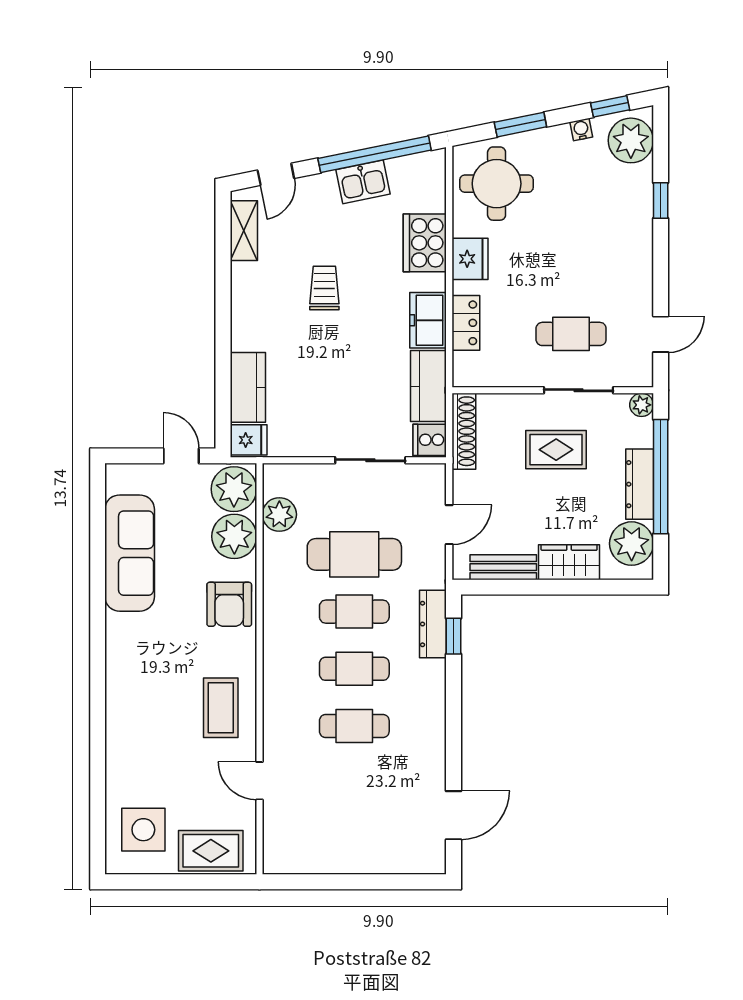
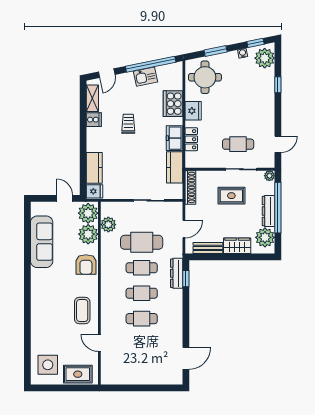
cooker: (430, 440) -> (94, 120), moved, turned 180

